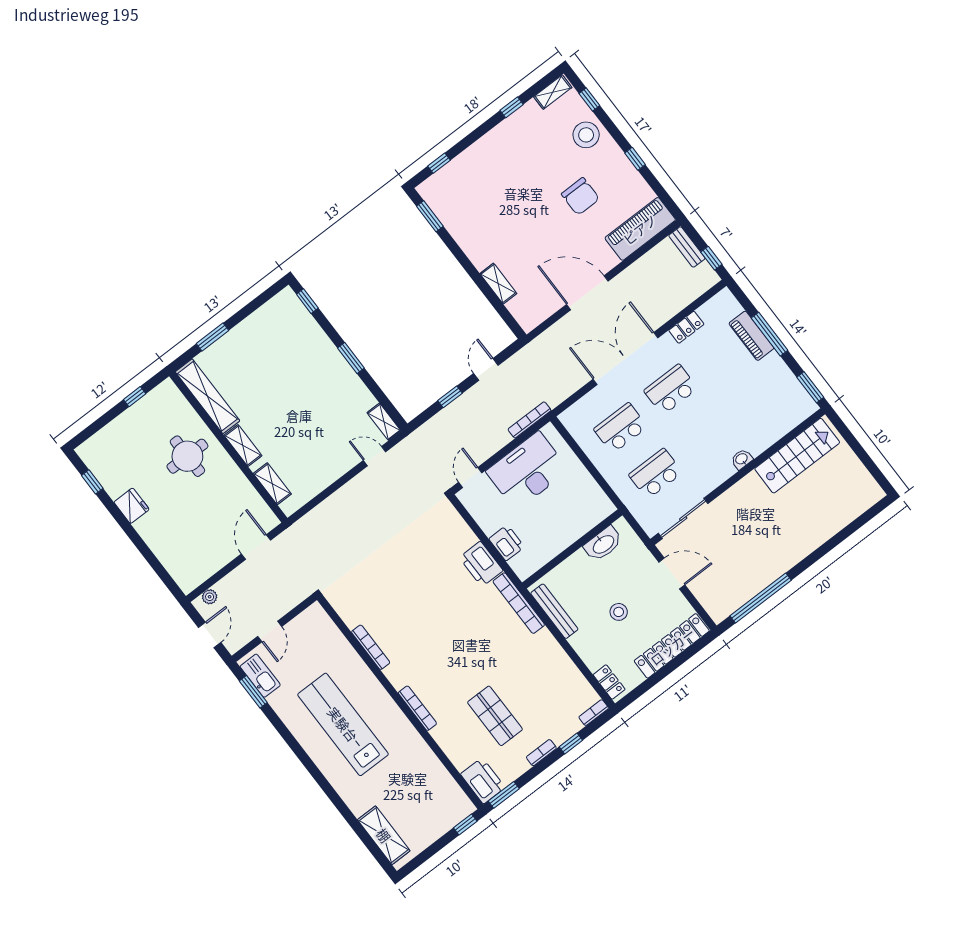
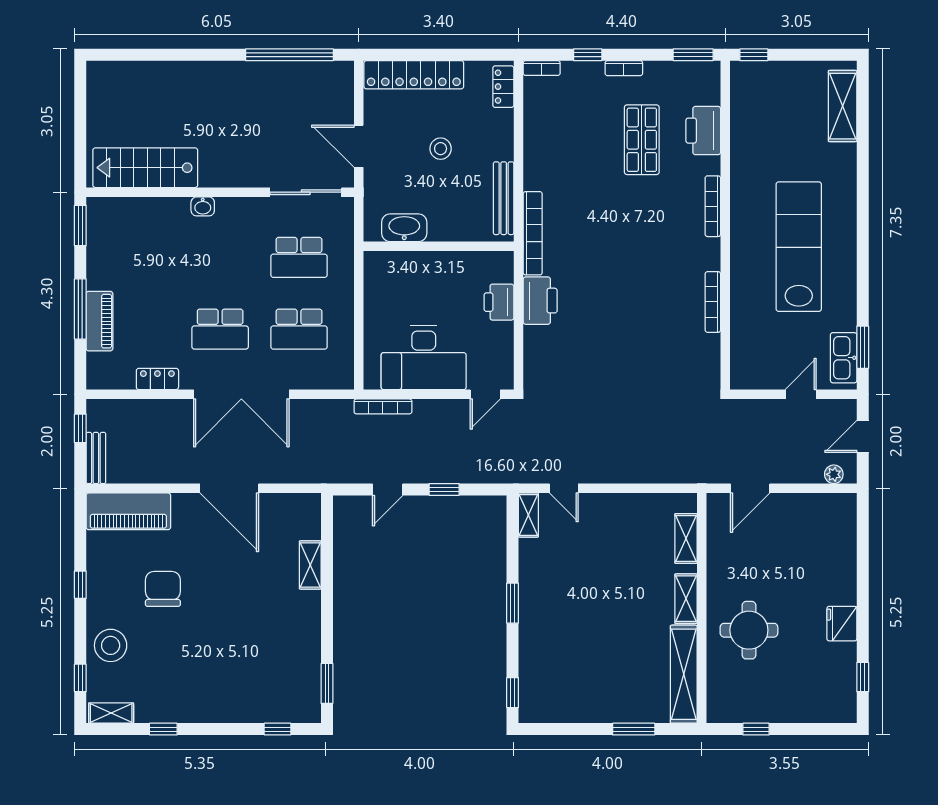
lab bench: (343, 724) -> (799, 247), turned 180
printer: (483, 781) -> (703, 131), moved

